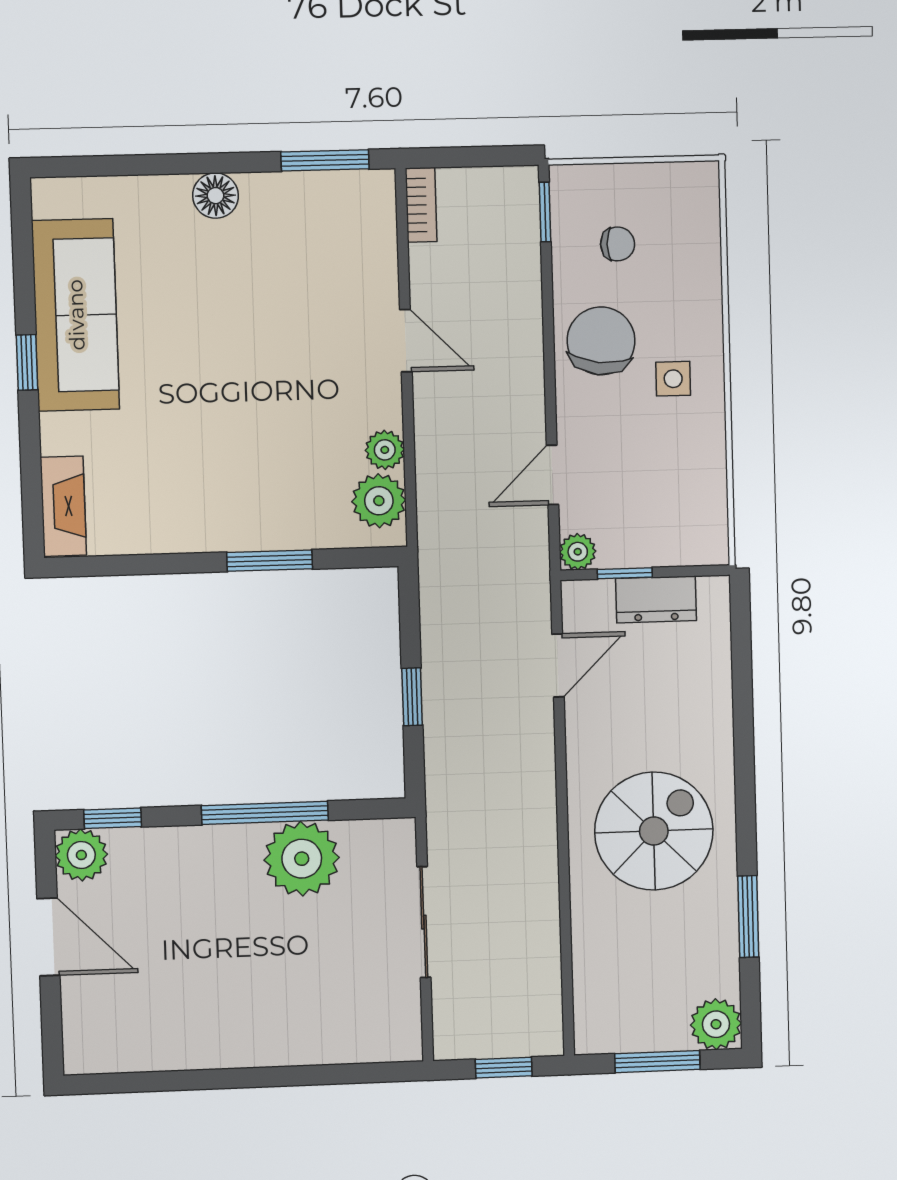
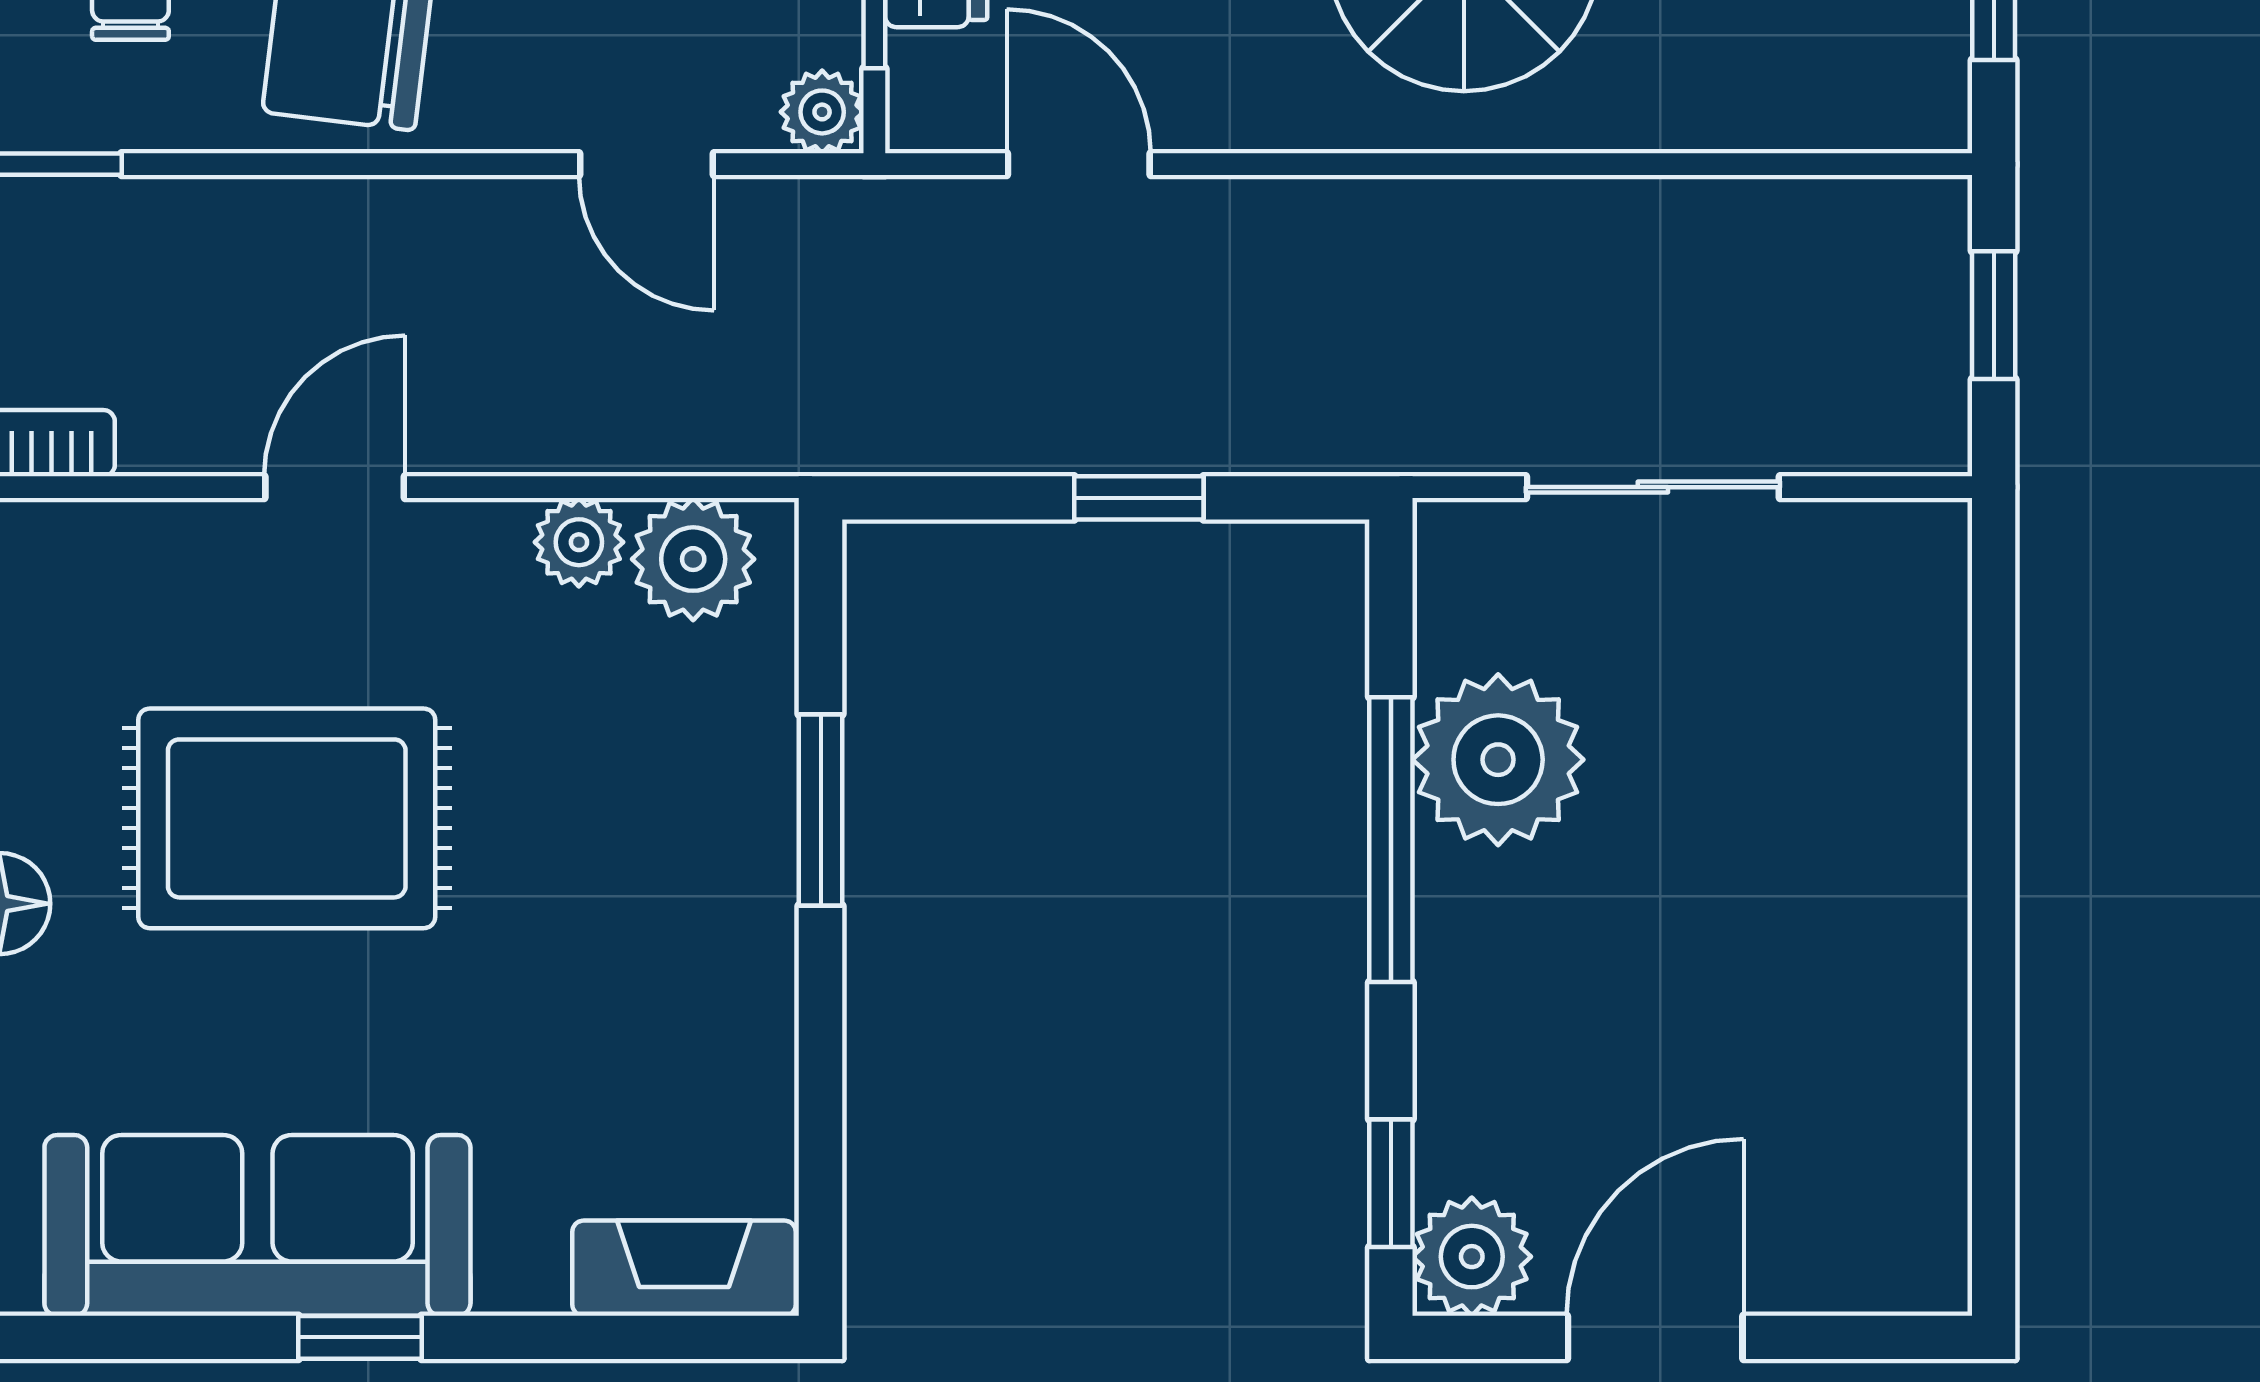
rug: (258, 323) -> (287, 818), added

